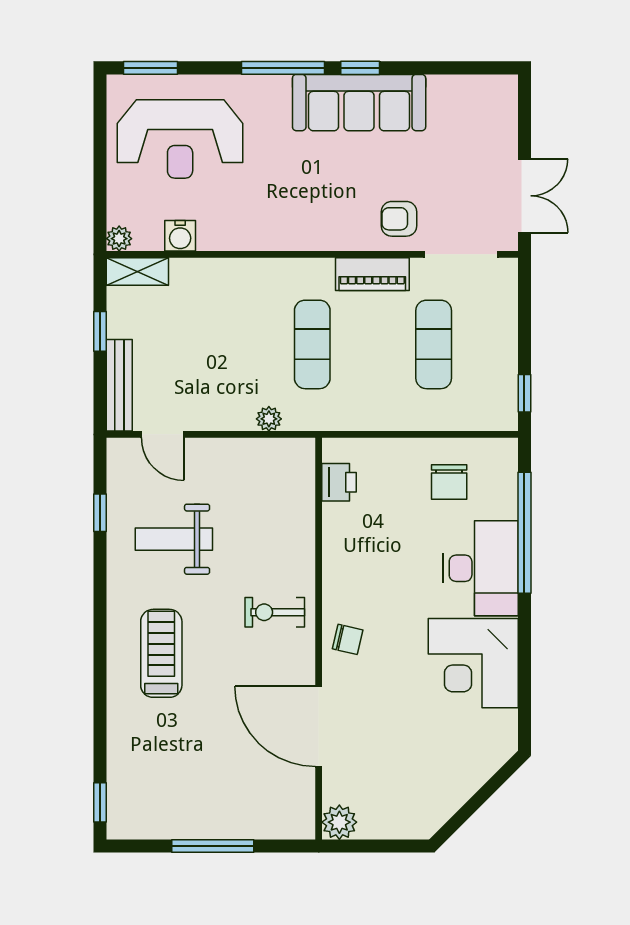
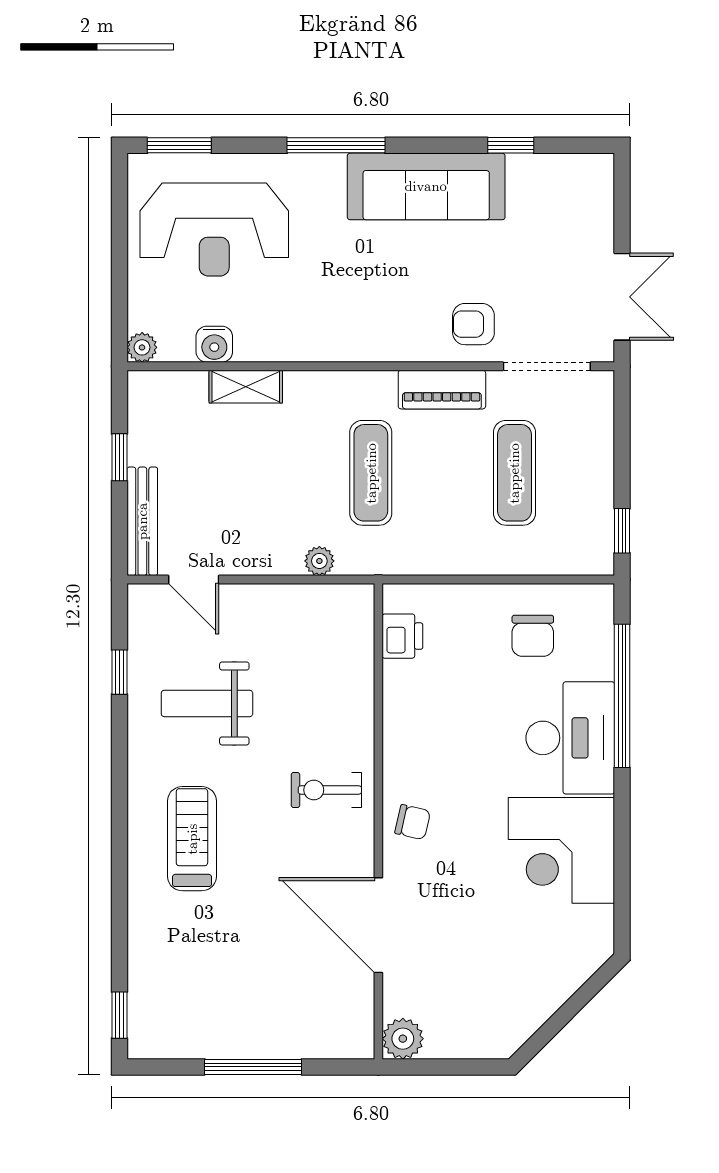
window: (360, 68) -> (511, 145), moved
shelving: (137, 272) -> (246, 387), moved

